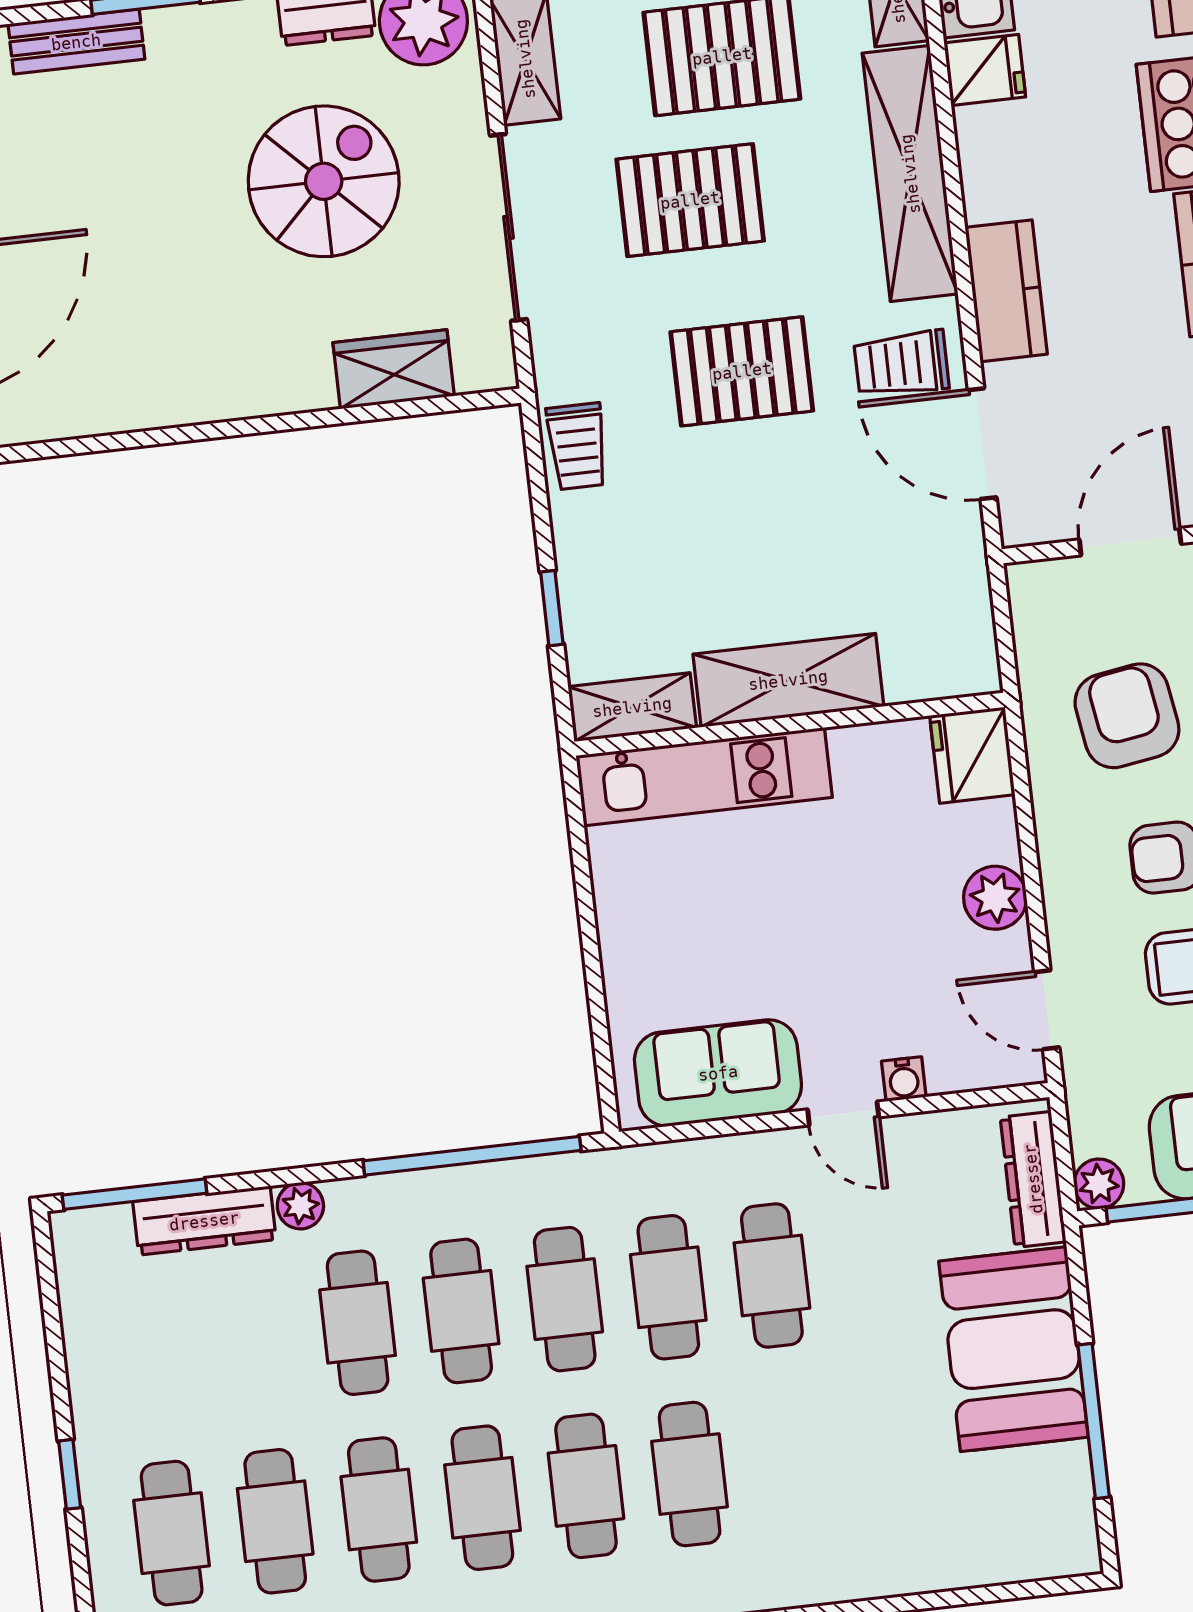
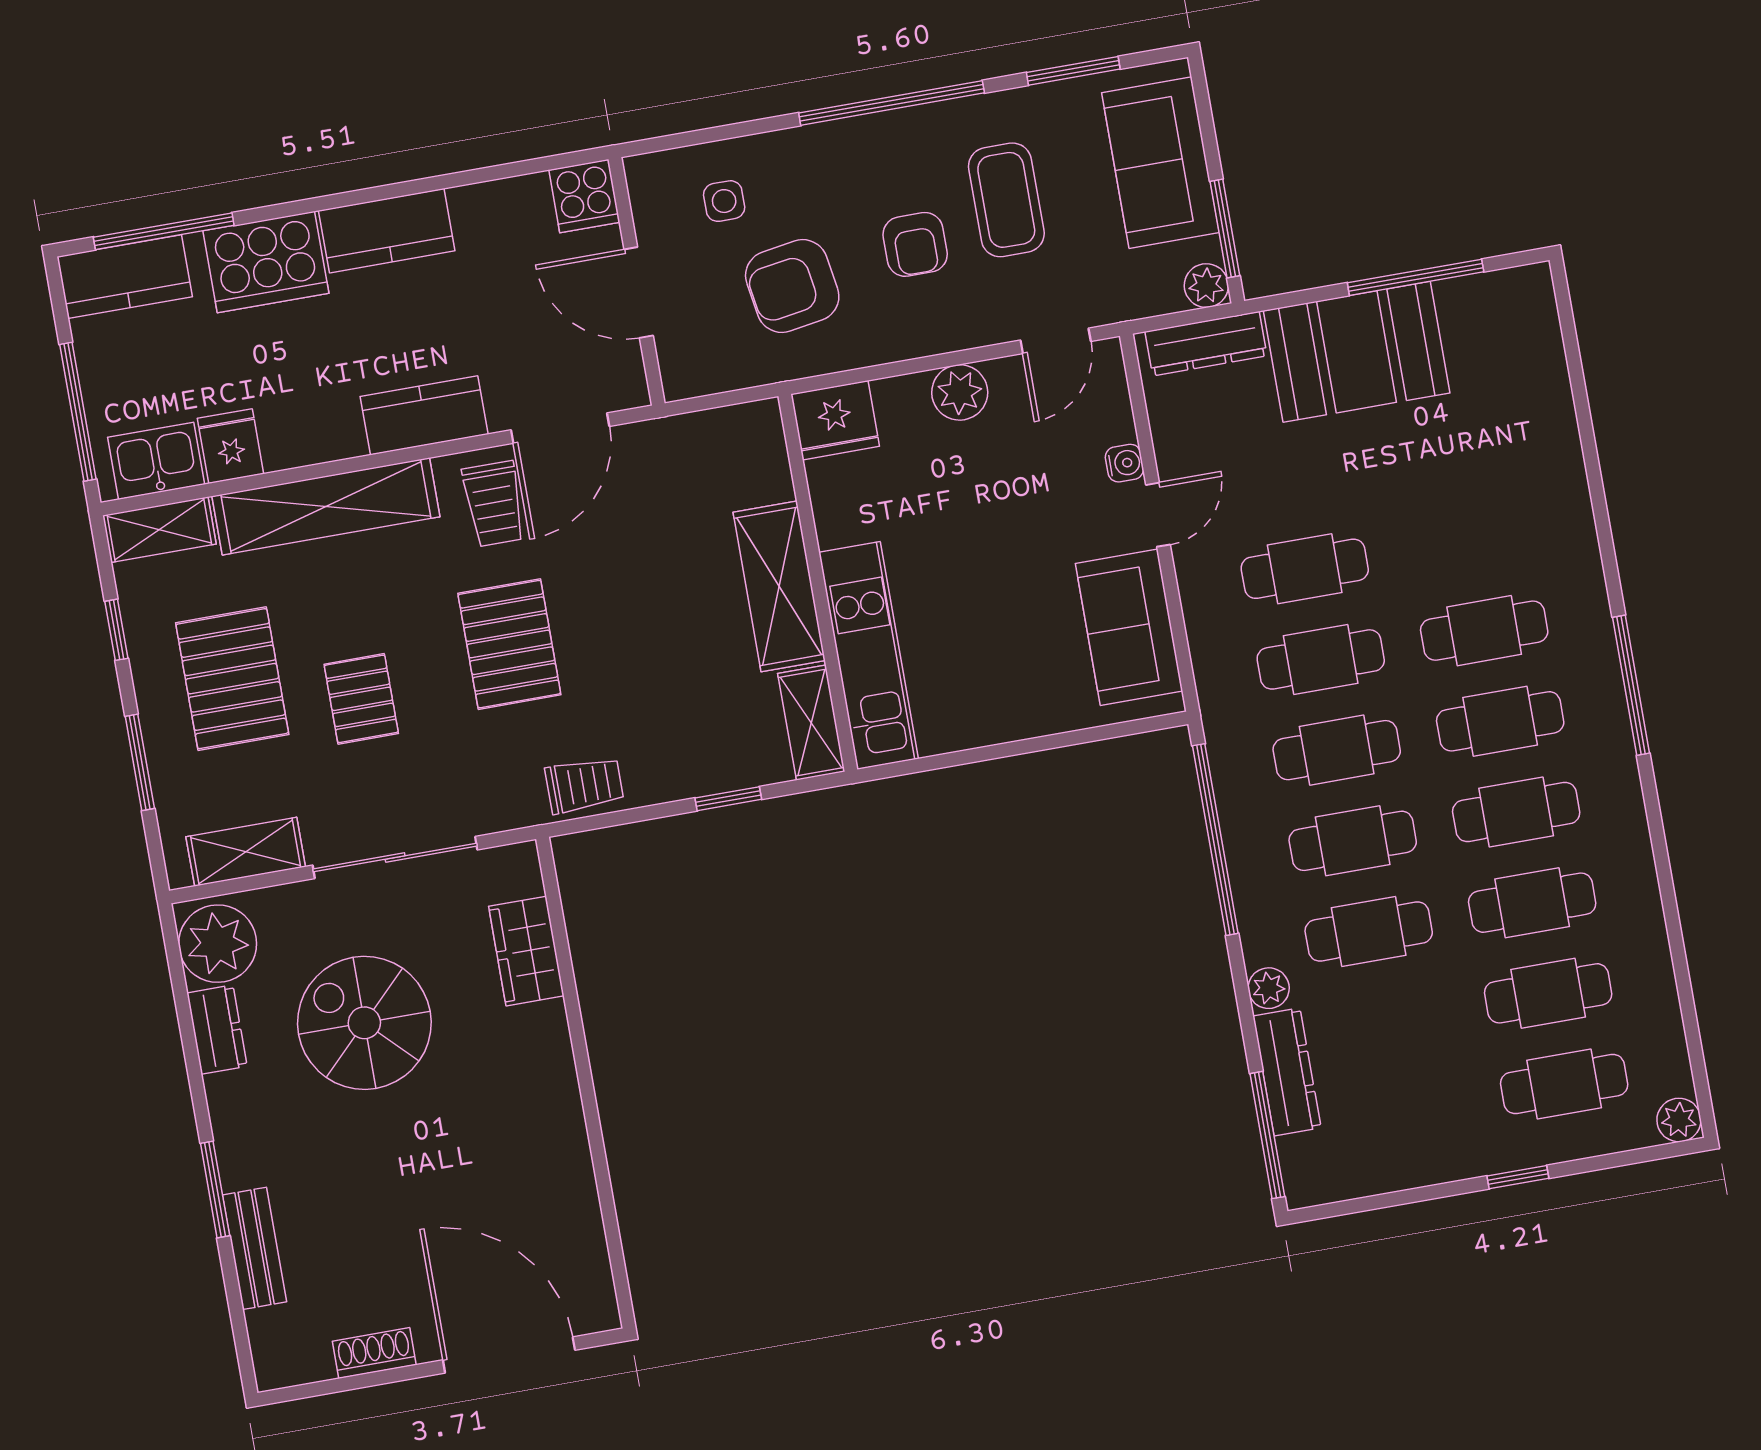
pallet: (690, 200) -> (361, 699), width x0.67, depth x0.71

